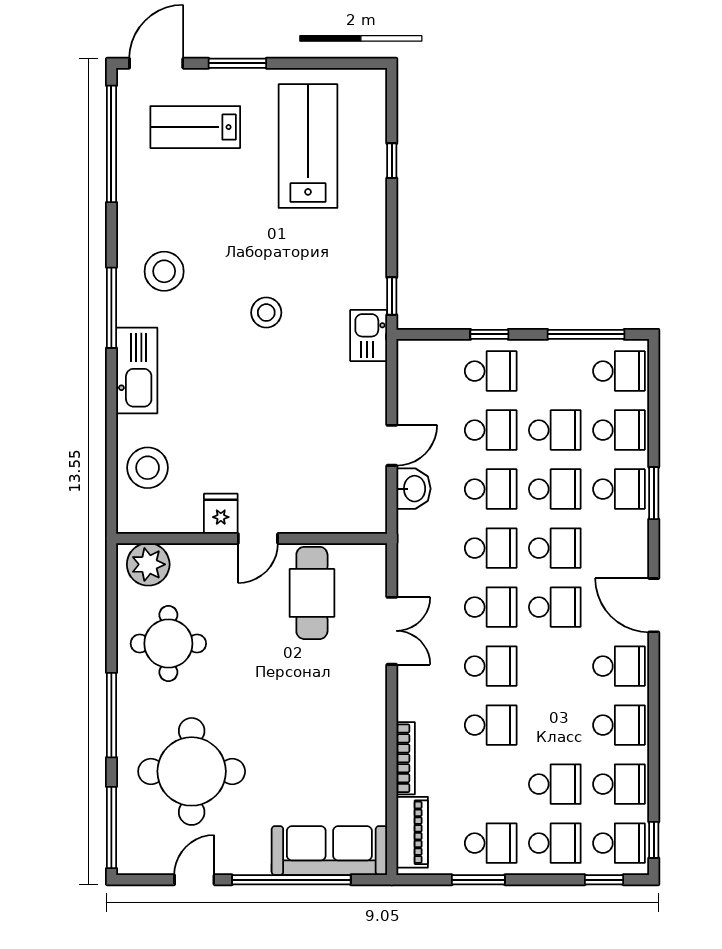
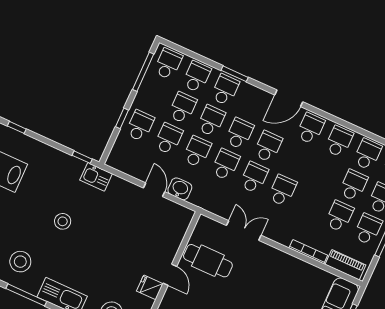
school desk: (491, 725) -> (339, 216), moved

